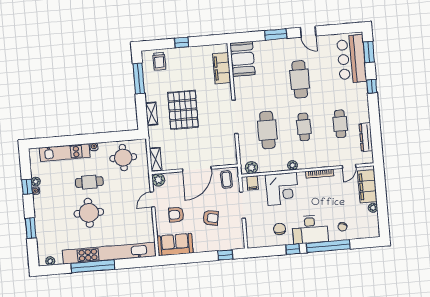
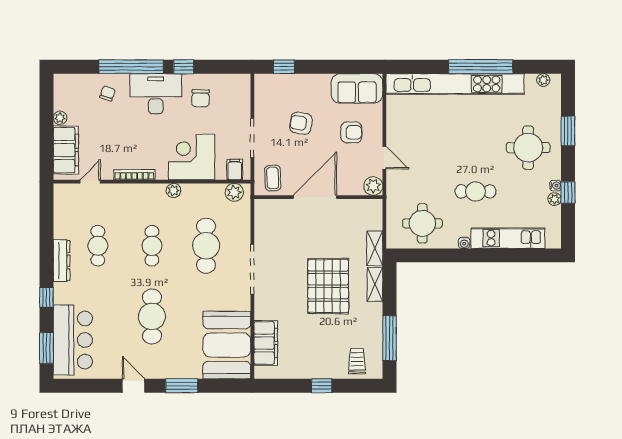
booth: (242, 59) -> (227, 345), width x1.36, depth x1.42
dresser: (366, 137) -> (62, 261), moved
shelving: (156, 160) -> (375, 248), moved
door: (153, 199) -> (384, 158), hinge flipped
round table: (89, 213) -> (528, 148), moved

